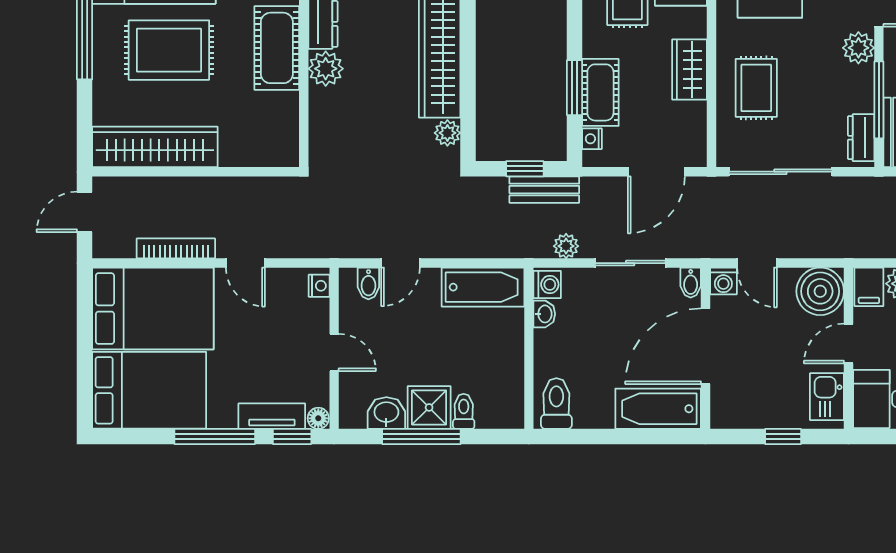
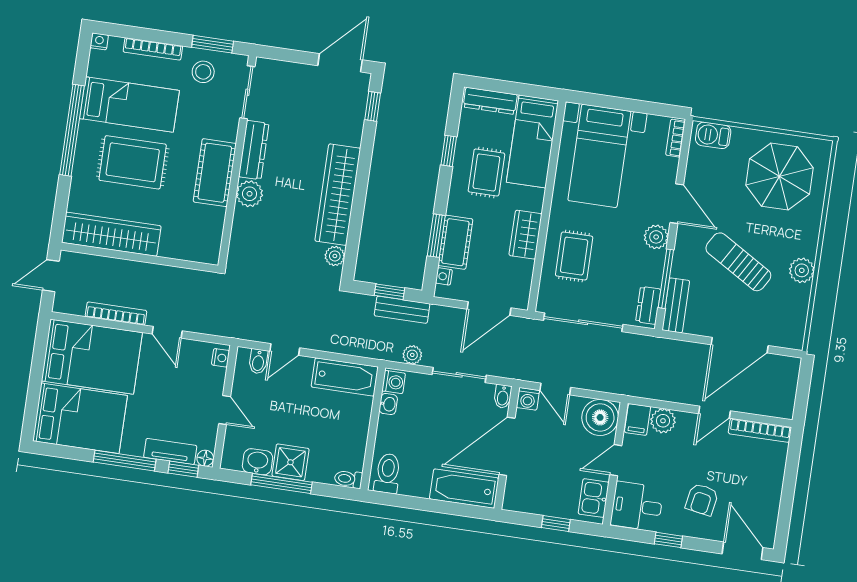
toilet: (464, 411) -> (348, 479), moved, turned -90

